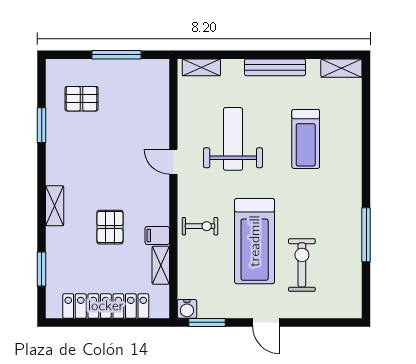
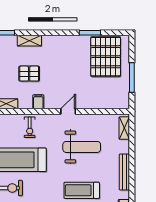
pallet: (82, 99) -> (106, 57), width x2.05, depth x2.00
shelving: (55, 206) -> (29, 41), moved
filing cabinet: (157, 235) -> (38, 102), moved

